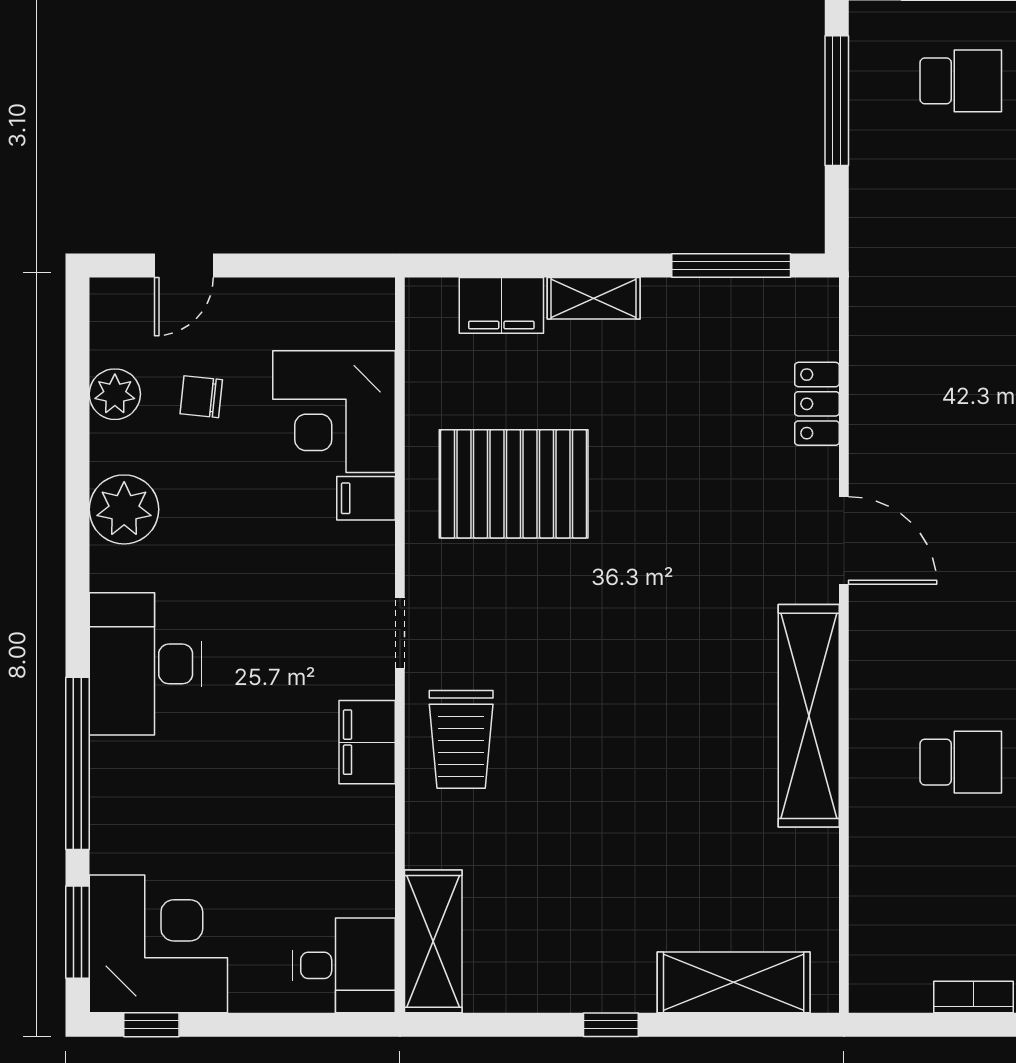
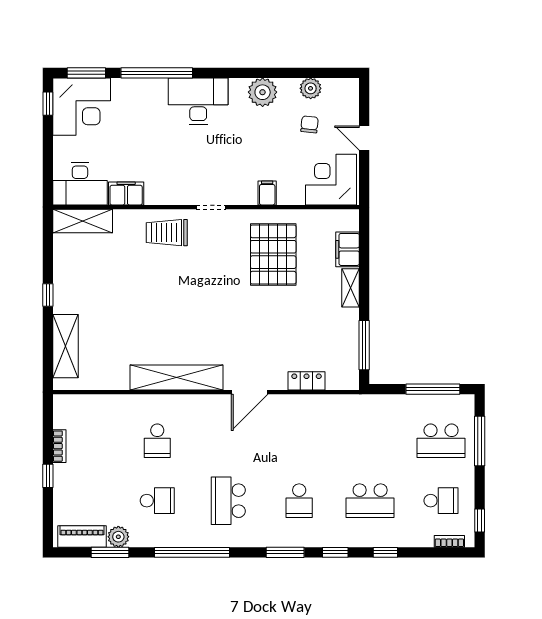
school desk: (961, 81) -> (441, 441), width x1.85
door: (184, 265) -> (364, 138), moved
corner desk: (334, 412) -> (331, 180), moved
filing cabinet: (367, 742) -> (126, 193), moved
desk: (344, 965) -> (80, 184), width x1.37

